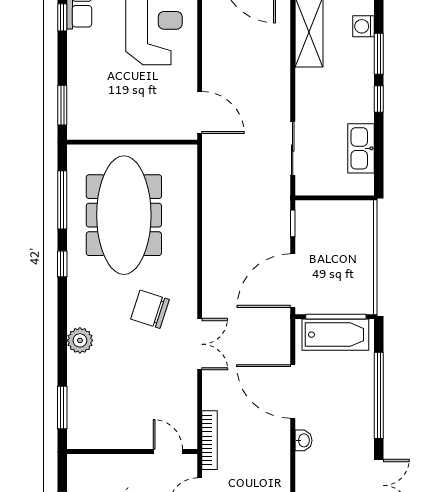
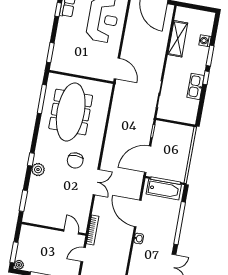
kitchen sink: (361, 148) -> (195, 86), moved
window: (62, 264) -> (31, 159), moved
chair: (150, 309) -> (75, 160), turned -108

